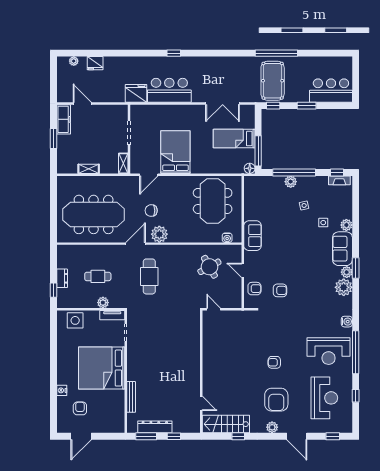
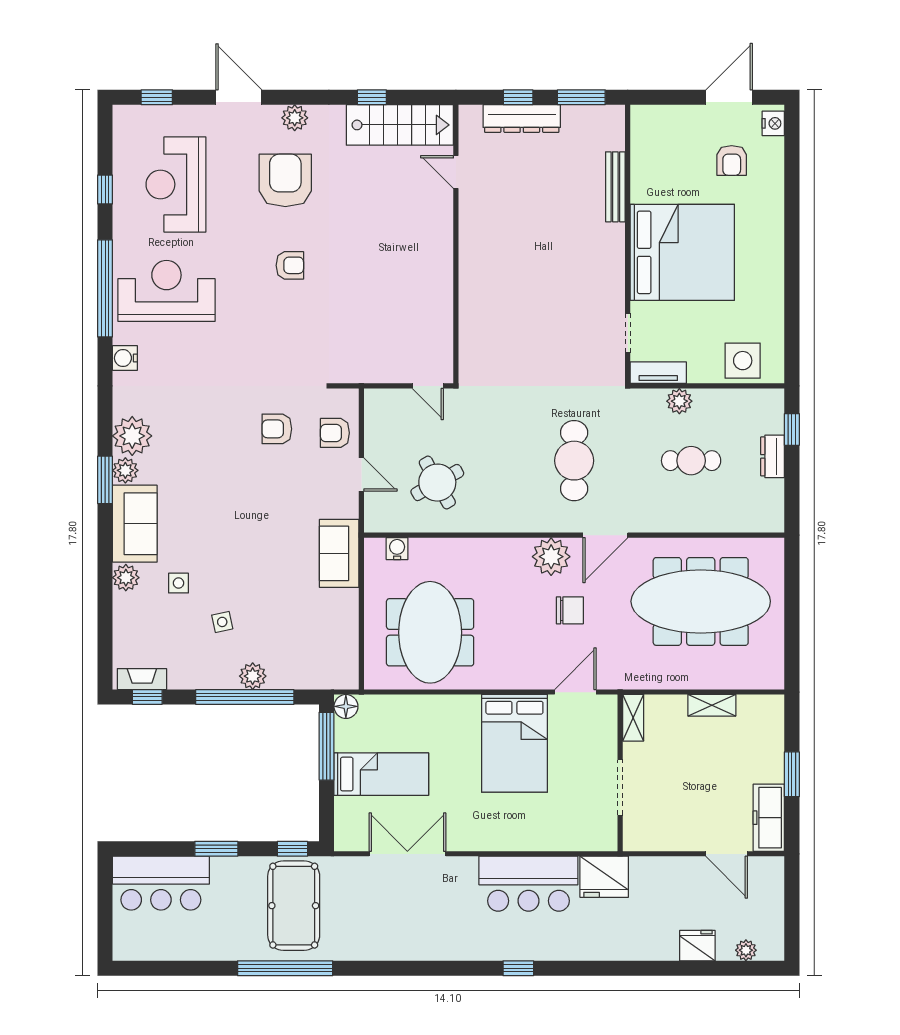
nightstand: (62, 390) -> (773, 123), moved
dresser: (155, 427) -> (522, 119), moved

